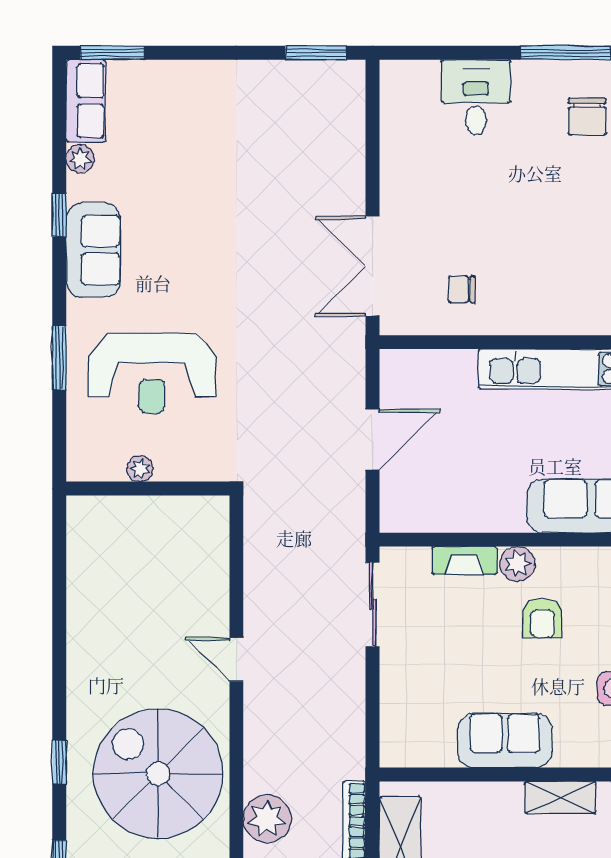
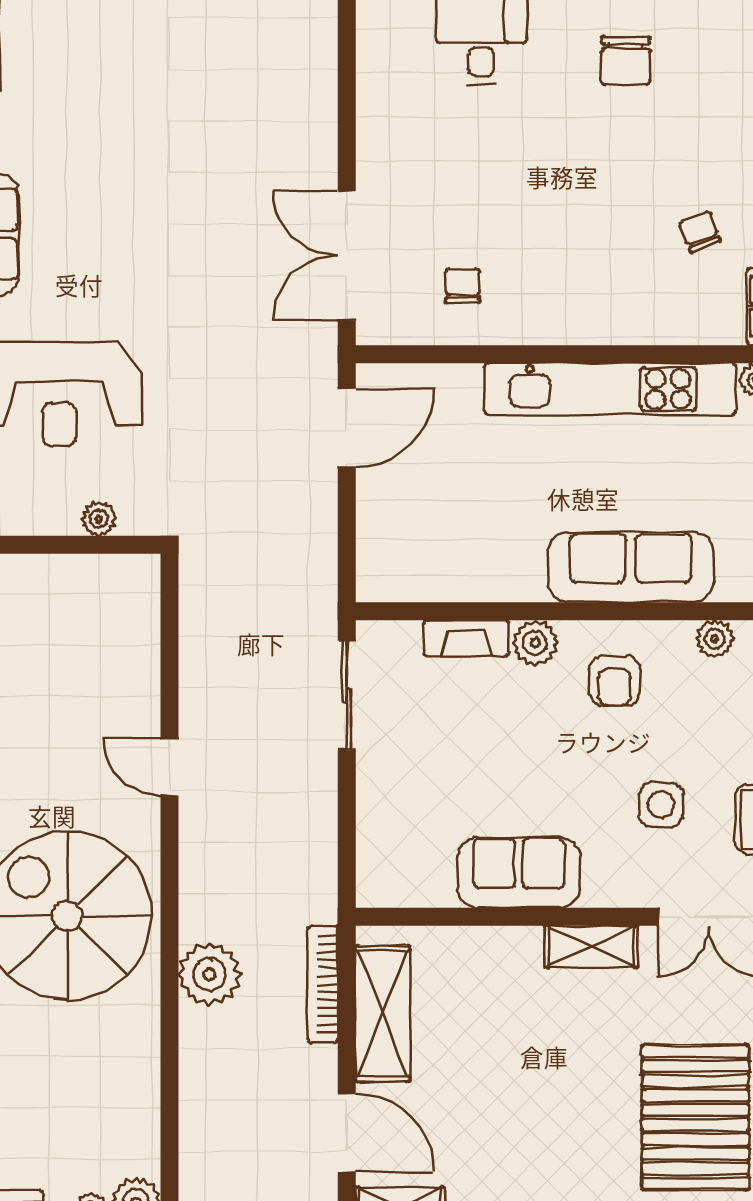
chair: (462, 290) -> (463, 286), turned 90
door: (373, 440) -> (347, 428), moved
plant: (140, 469) -> (99, 519), moved
armchair: (542, 618) -> (615, 681), moved

